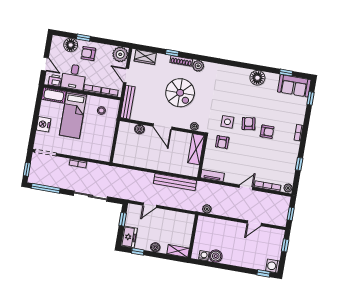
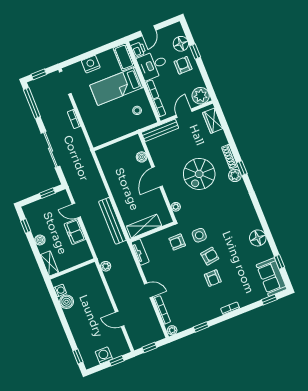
window: (172, 53) -> (242, 168), moved
shelving: (196, 149) -> (144, 226), moved
freezer: (129, 237) -> (75, 232), moved, turned 90
washing machine: (273, 266) -> (104, 355), moved

